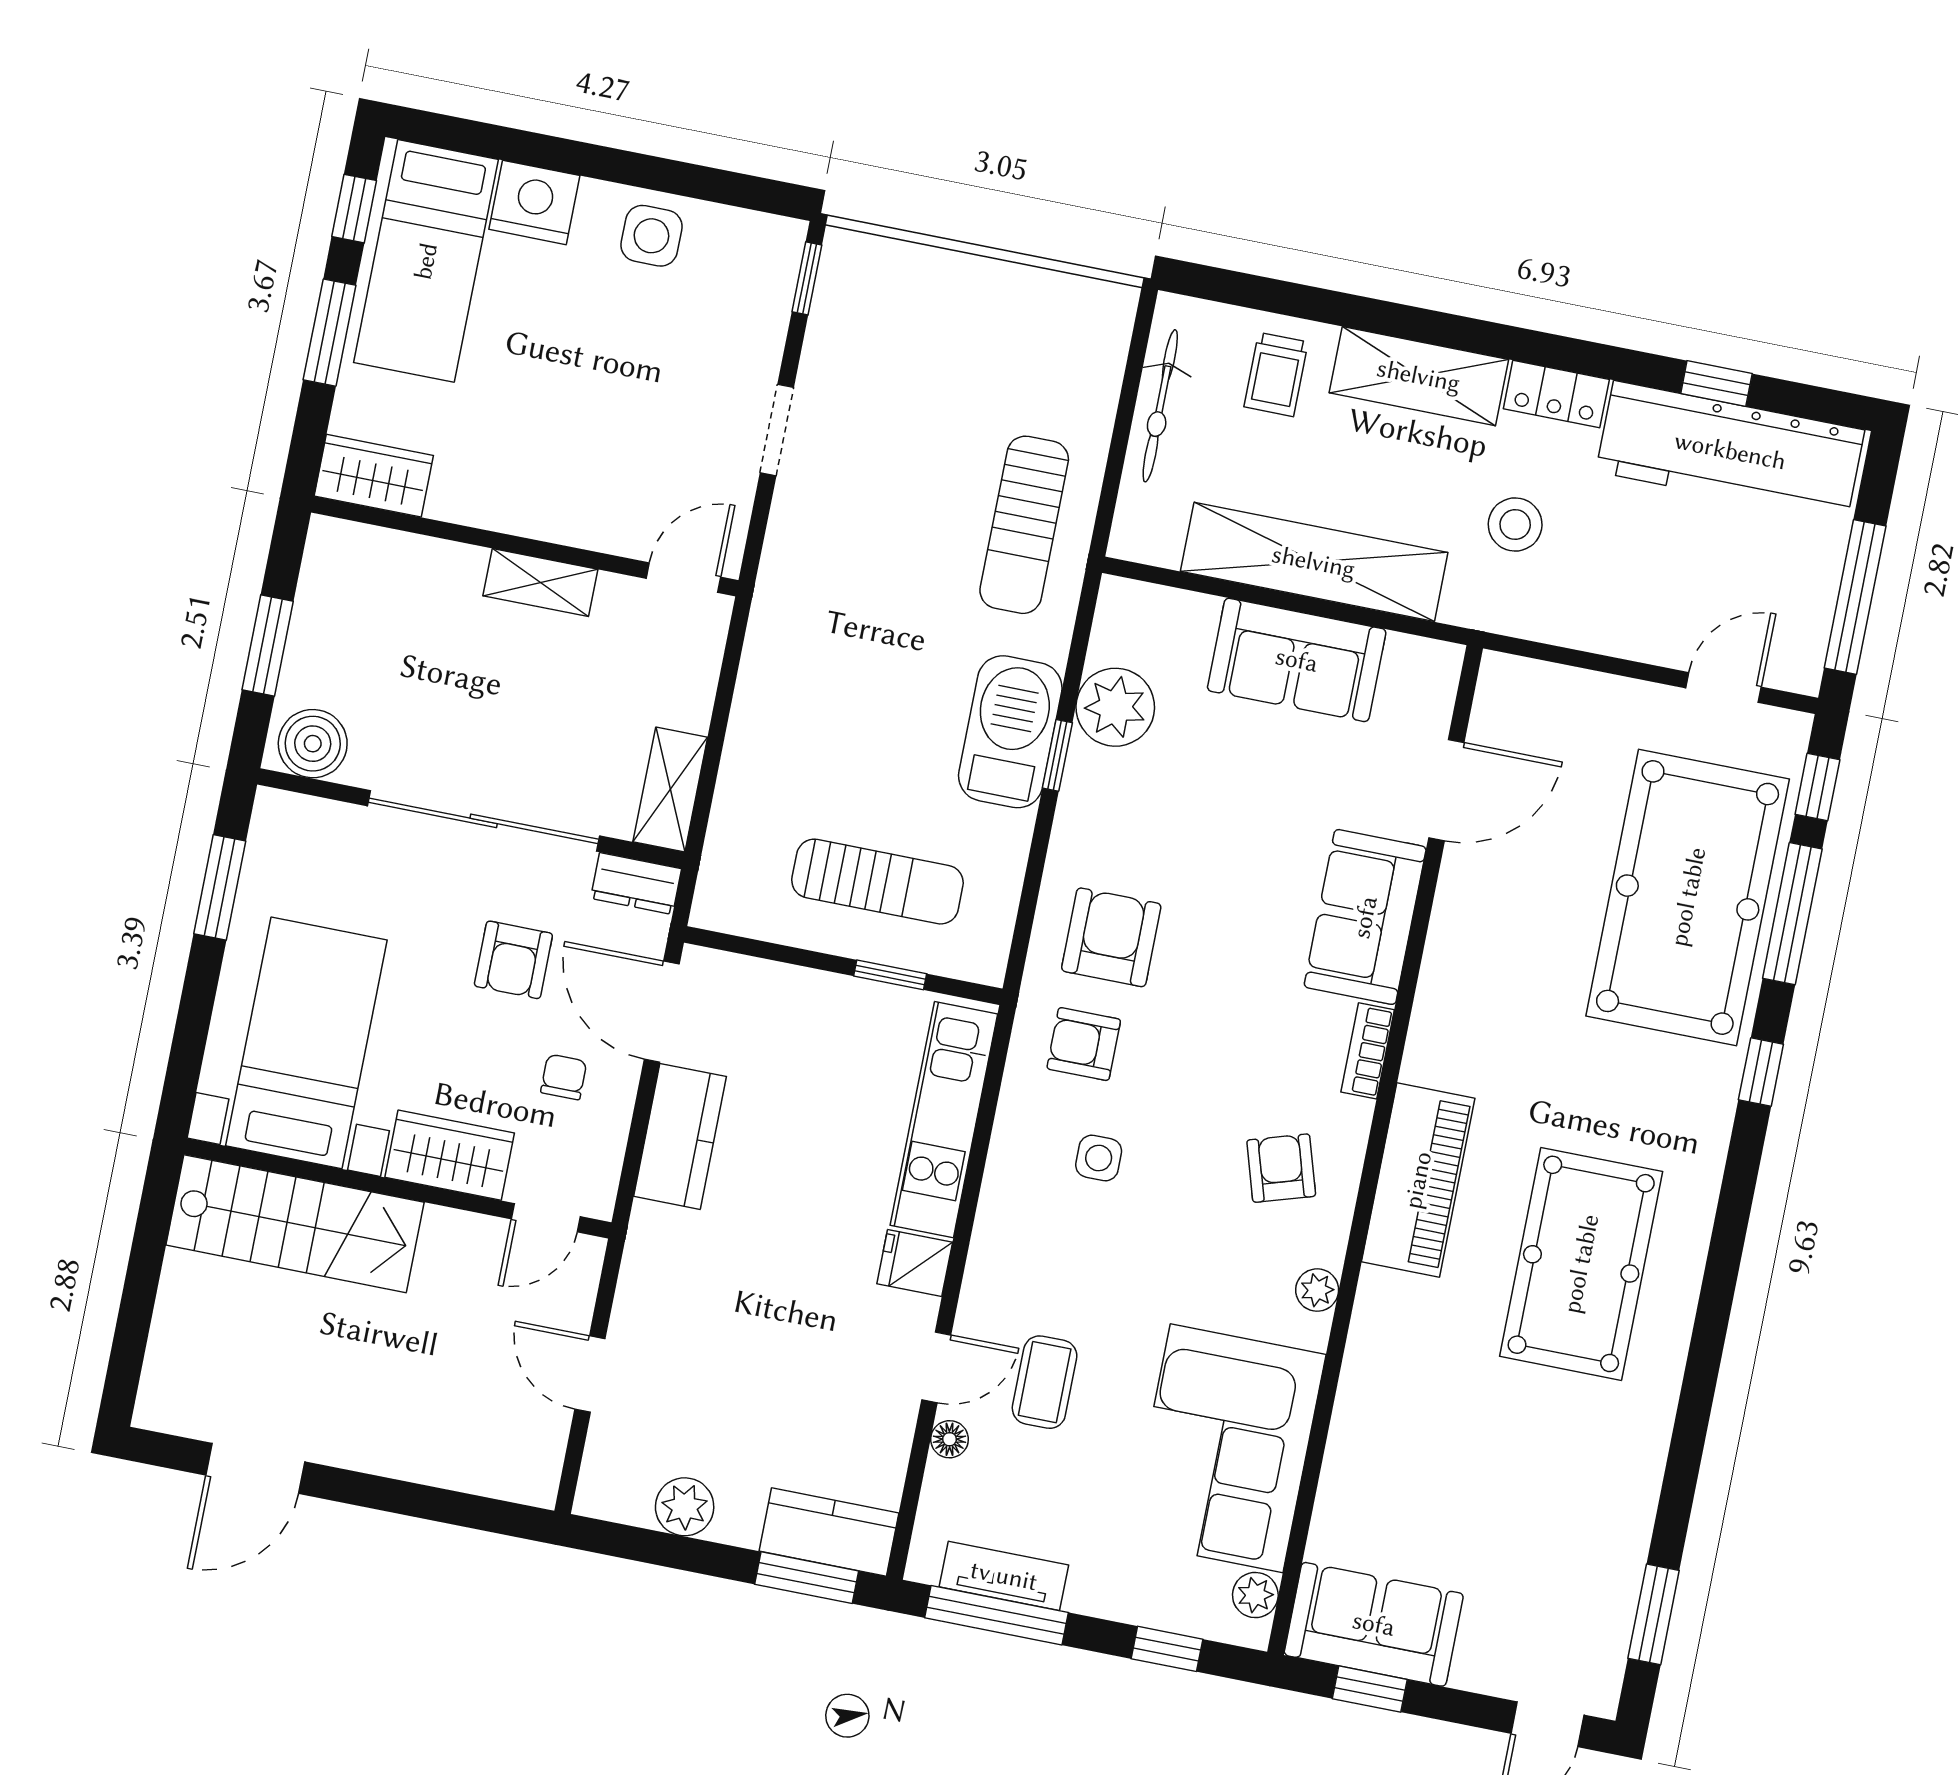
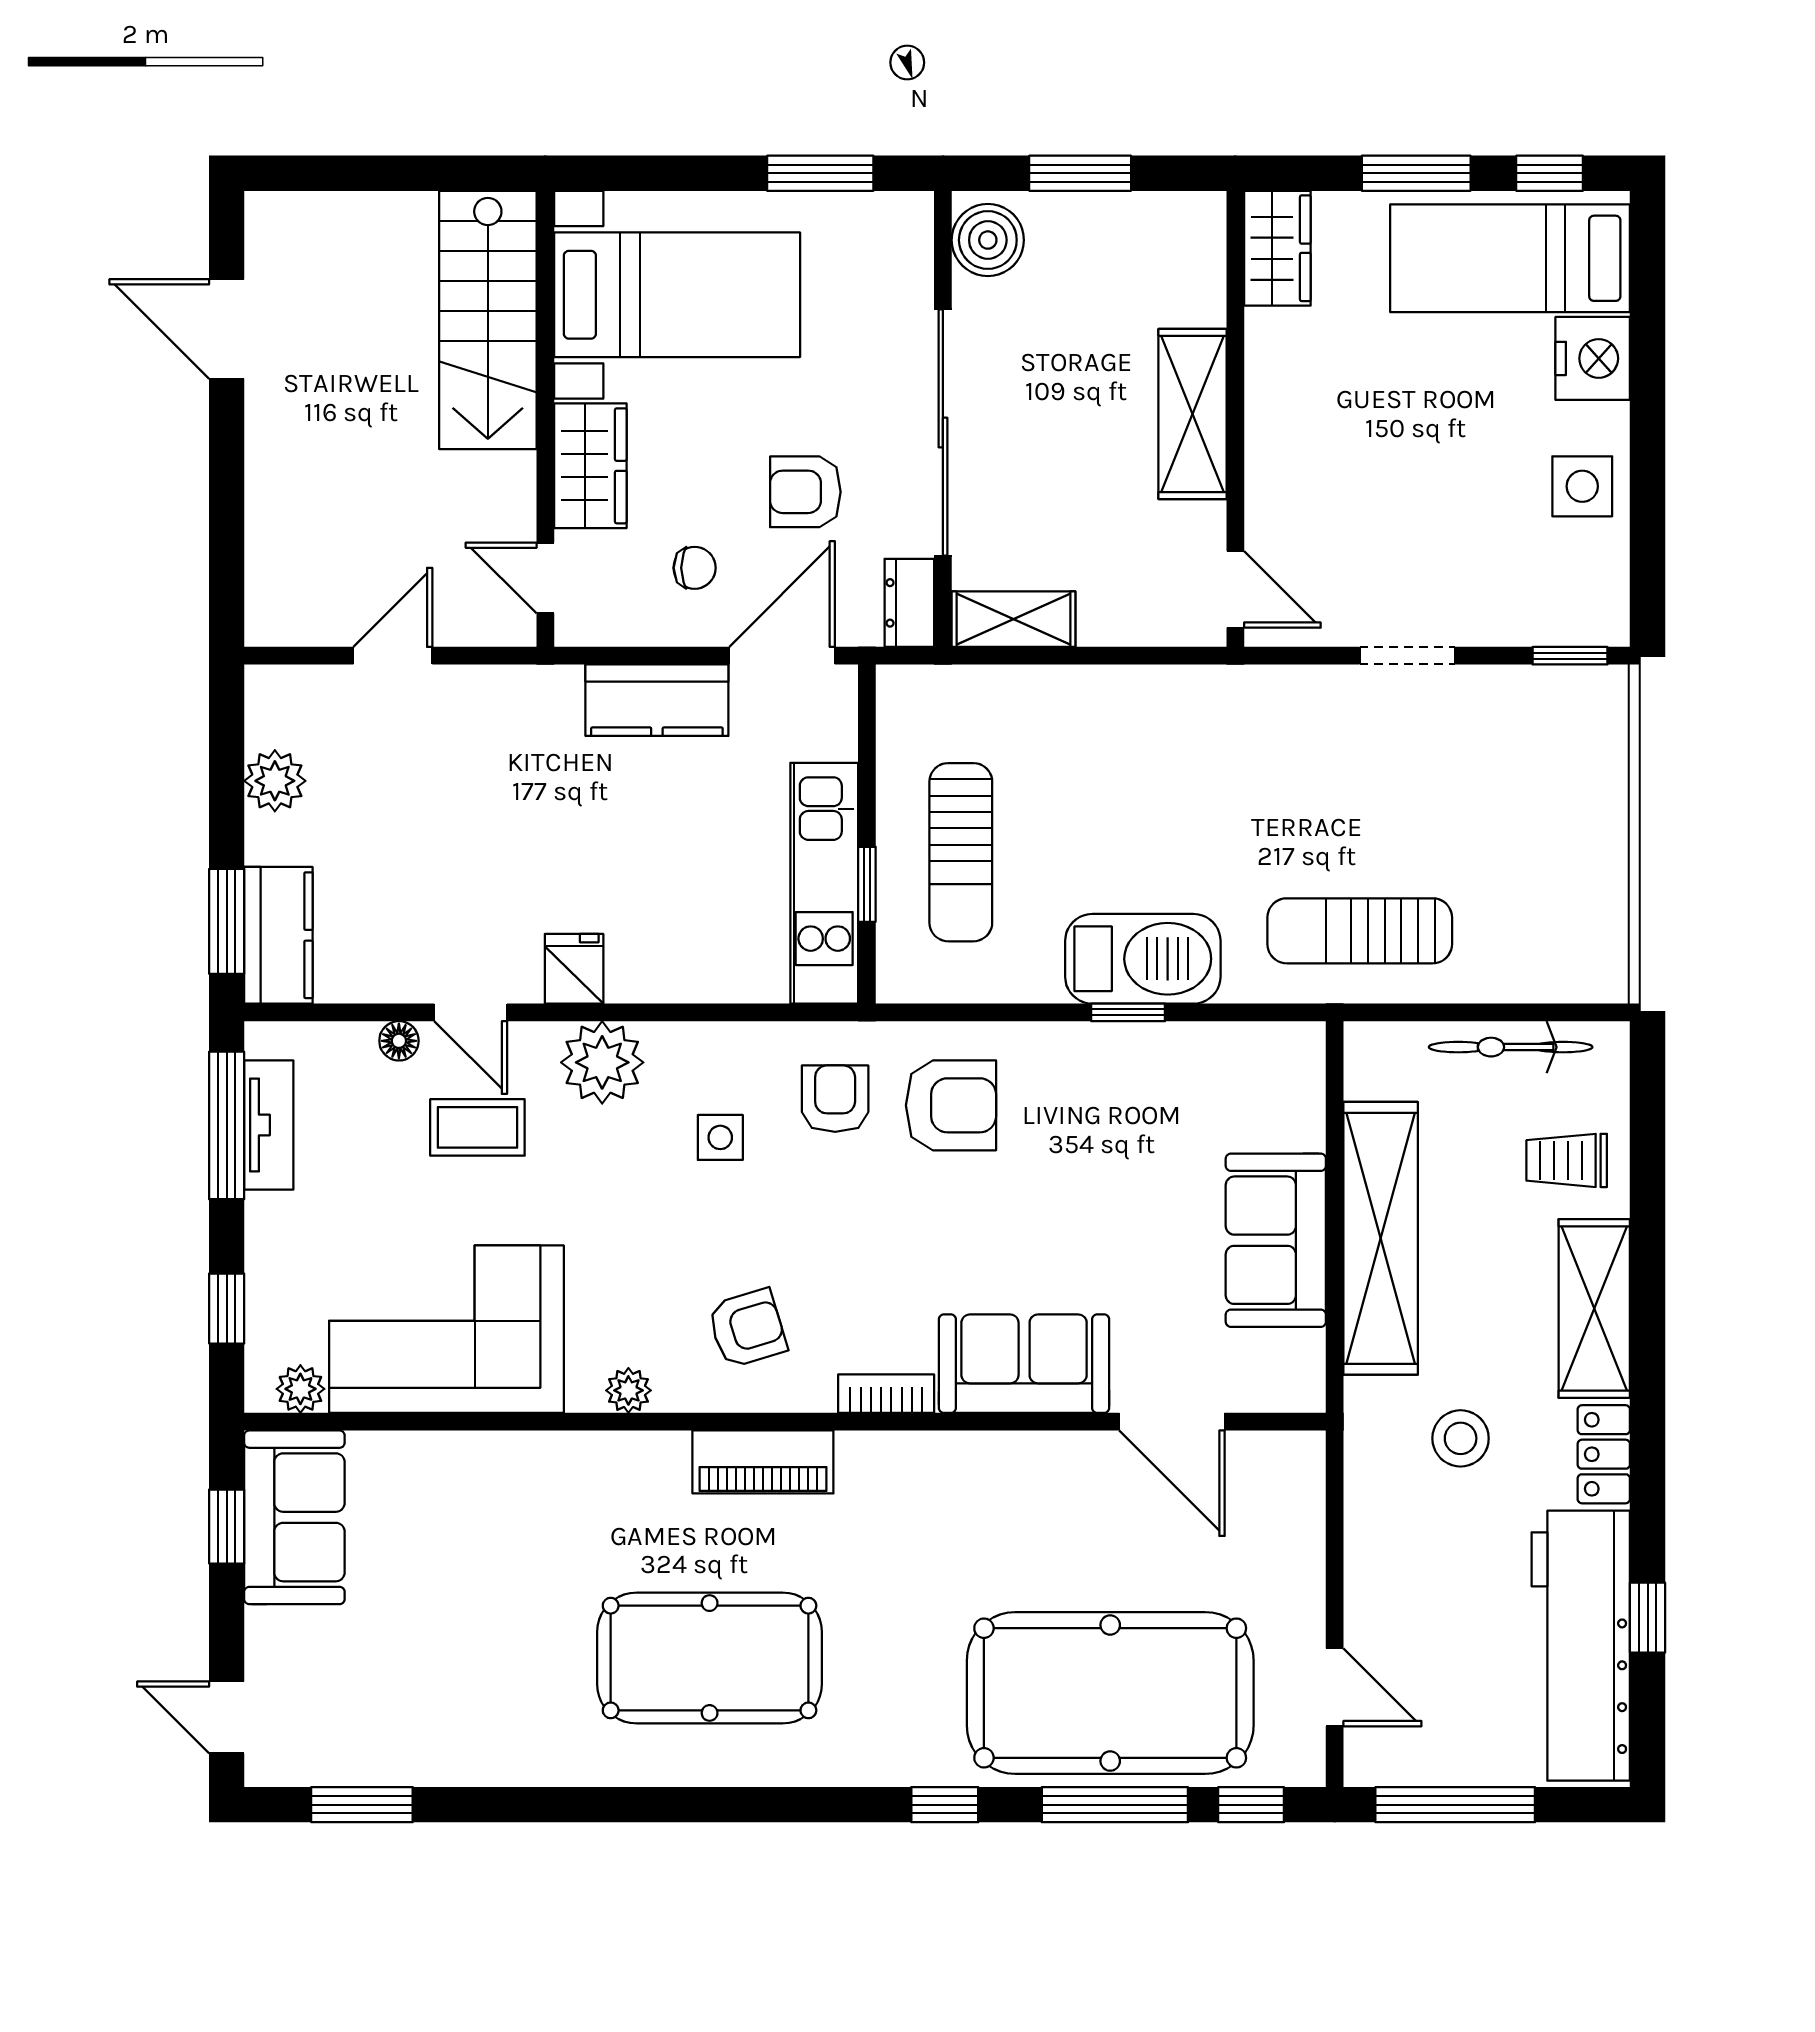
shelving: (540, 583) -> (1192, 414), width x1.50, depth x1.33
plant: (1115, 707) -> (602, 1062), moved
kitchen unit: (944, 1120) -> (824, 883), moved, turned -90
piano: (1418, 1180) -> (763, 1462), width x0.73, depth x0.75

